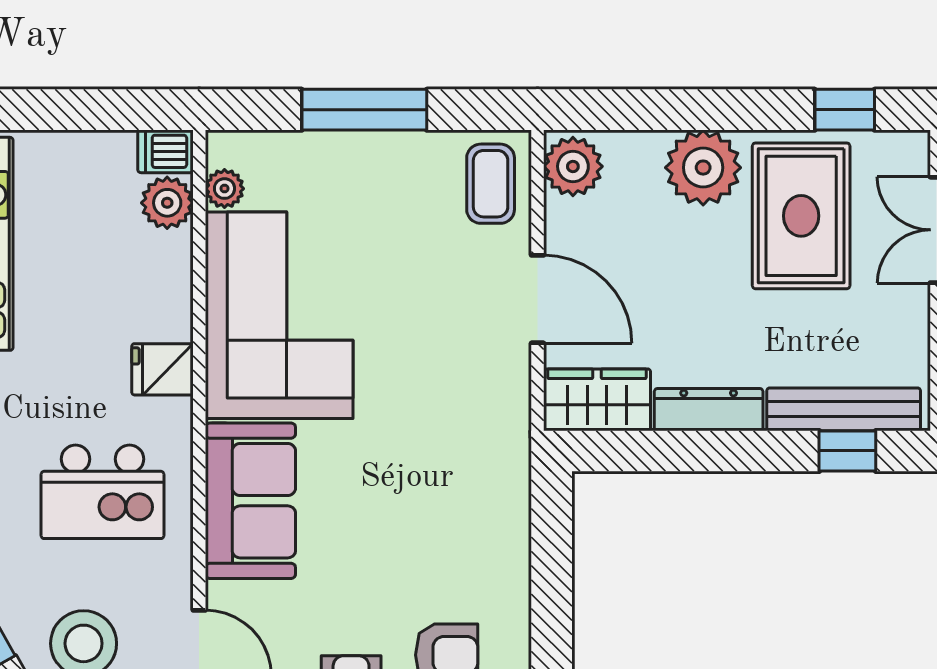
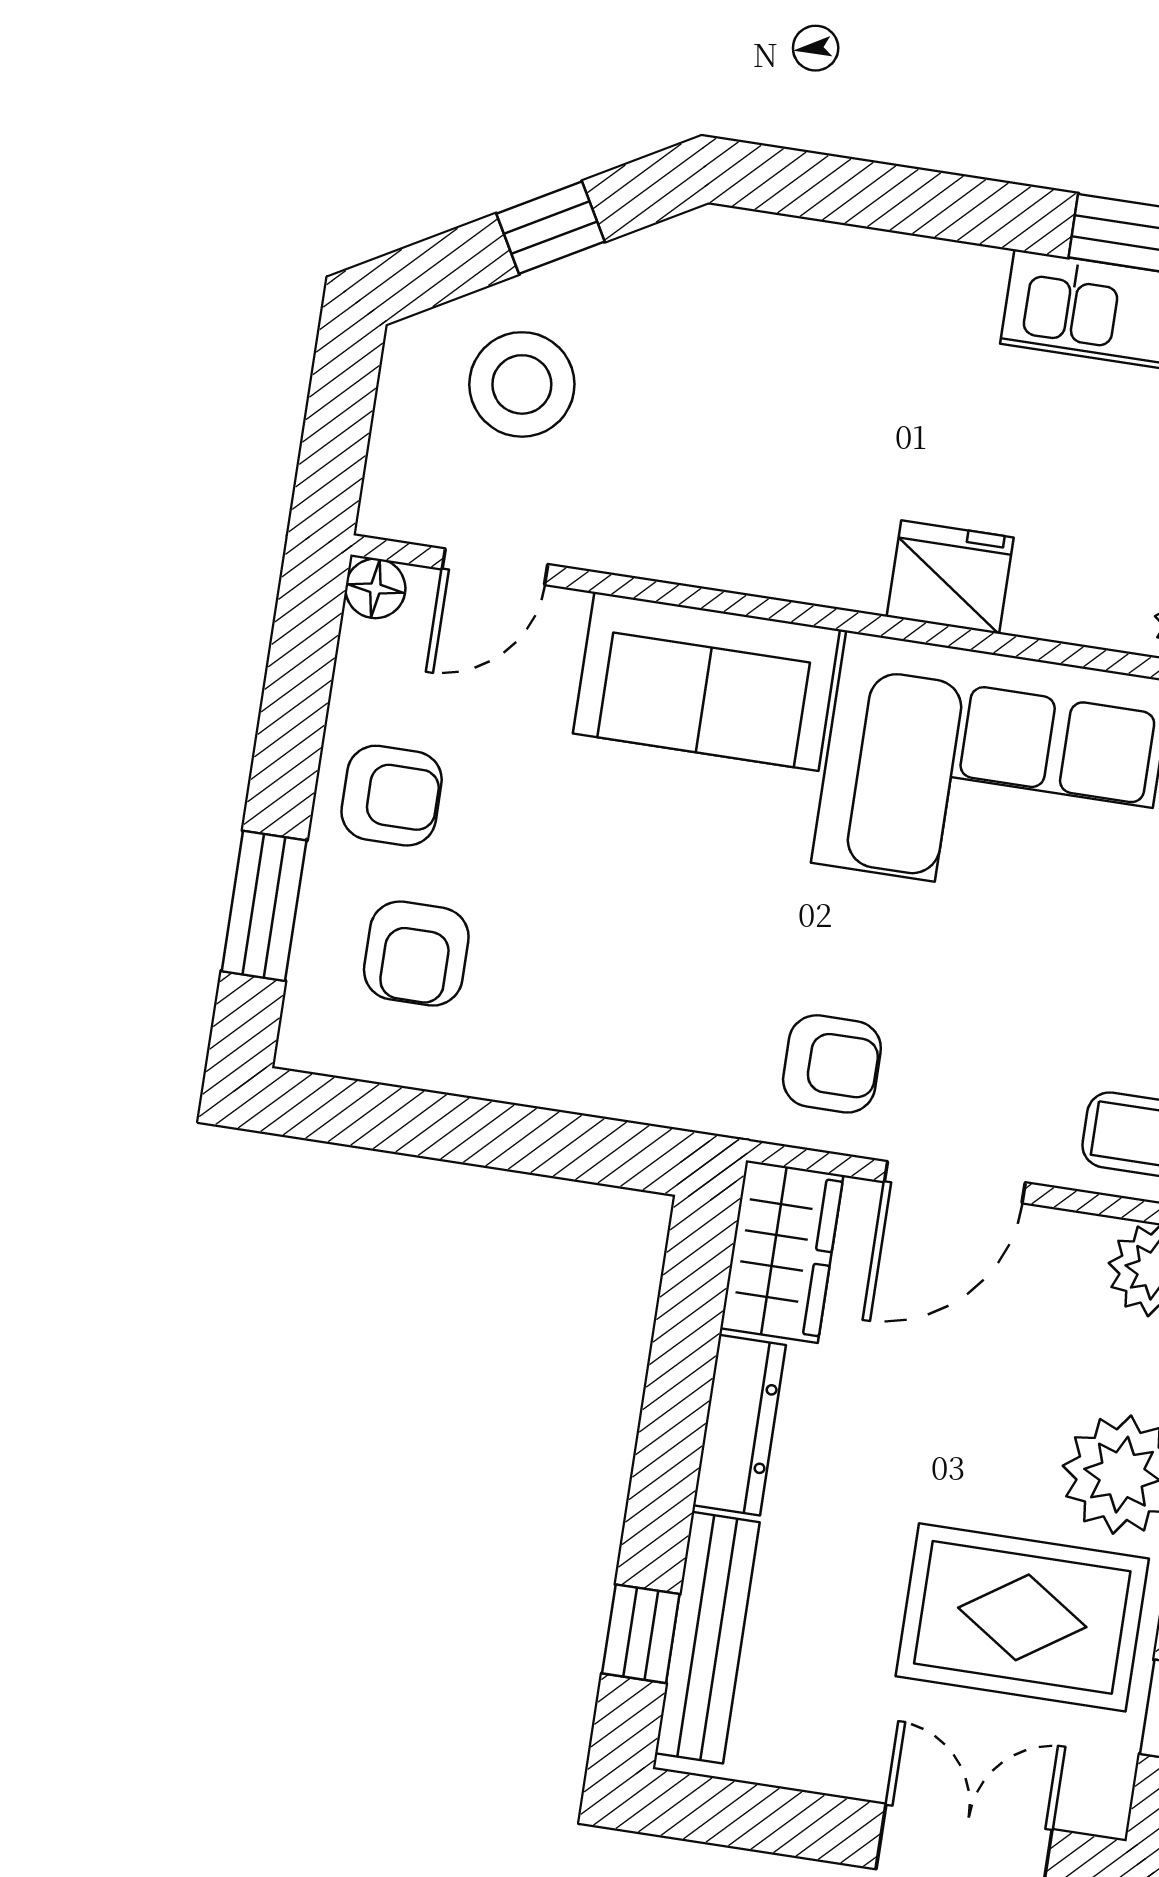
fridge: (162, 369) -> (950, 577), width x1.38
armchair: (476, 387) -> (832, 1064), added
kitchen island: (103, 492) -> (756, 451), removed

